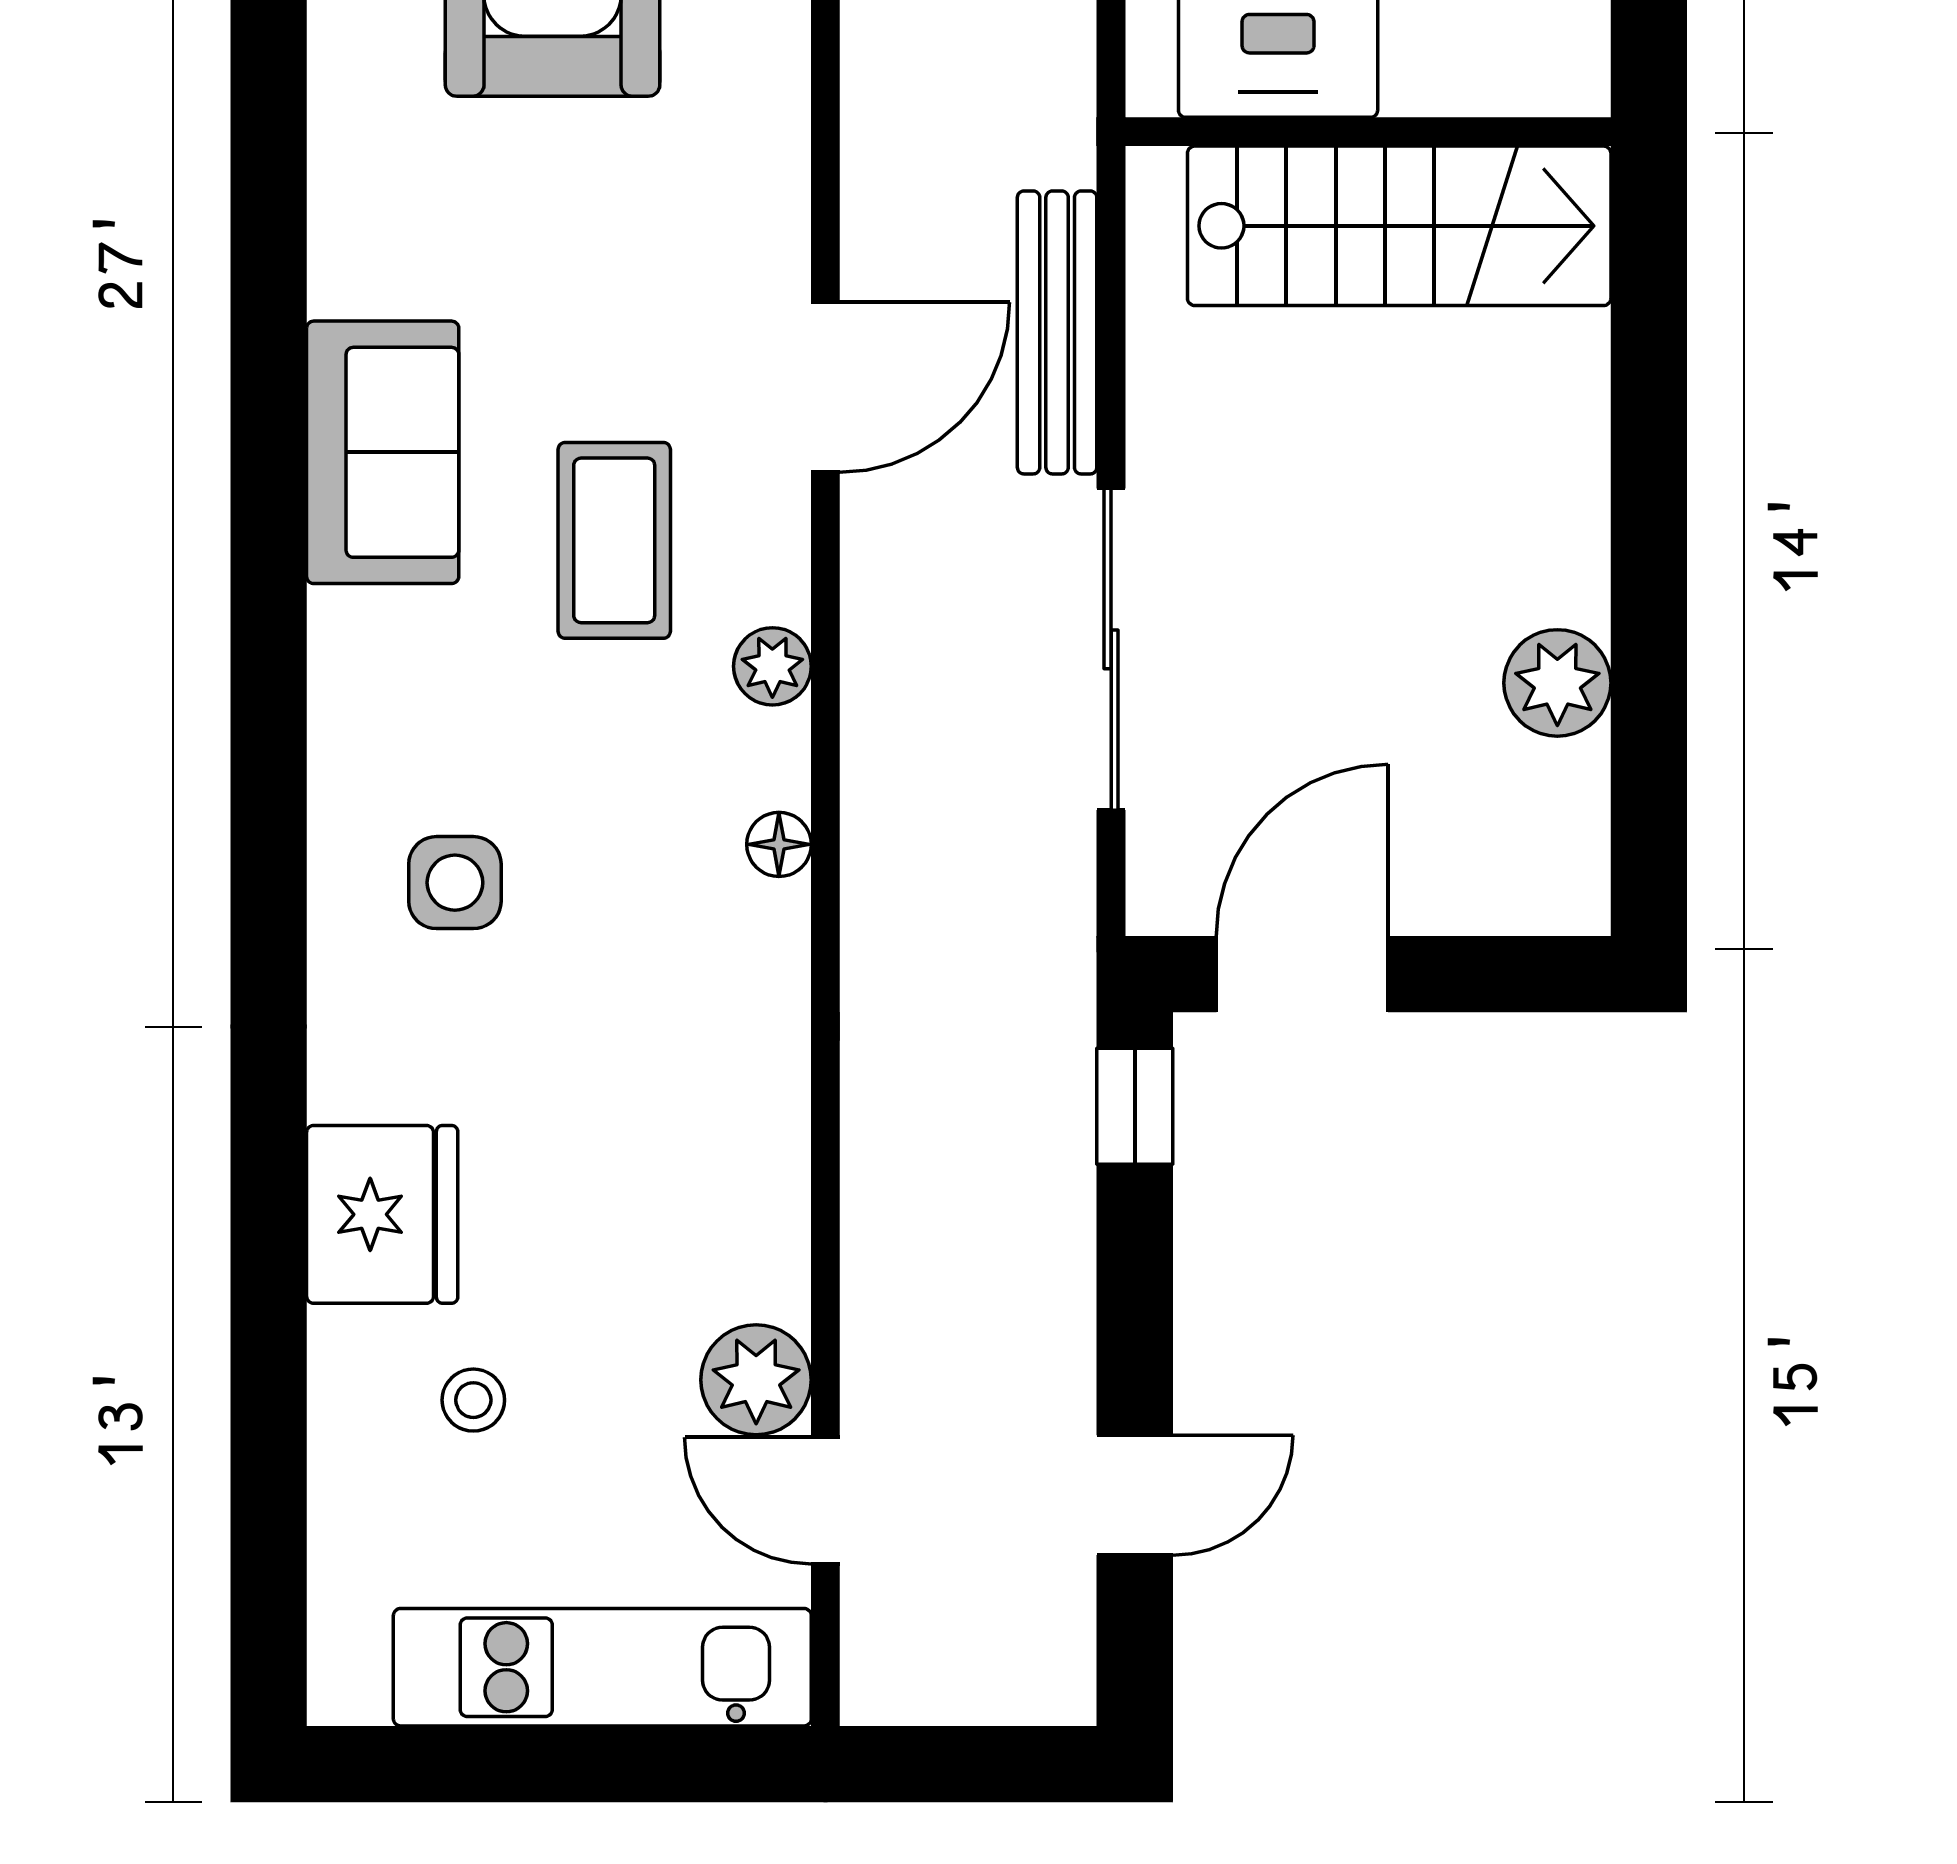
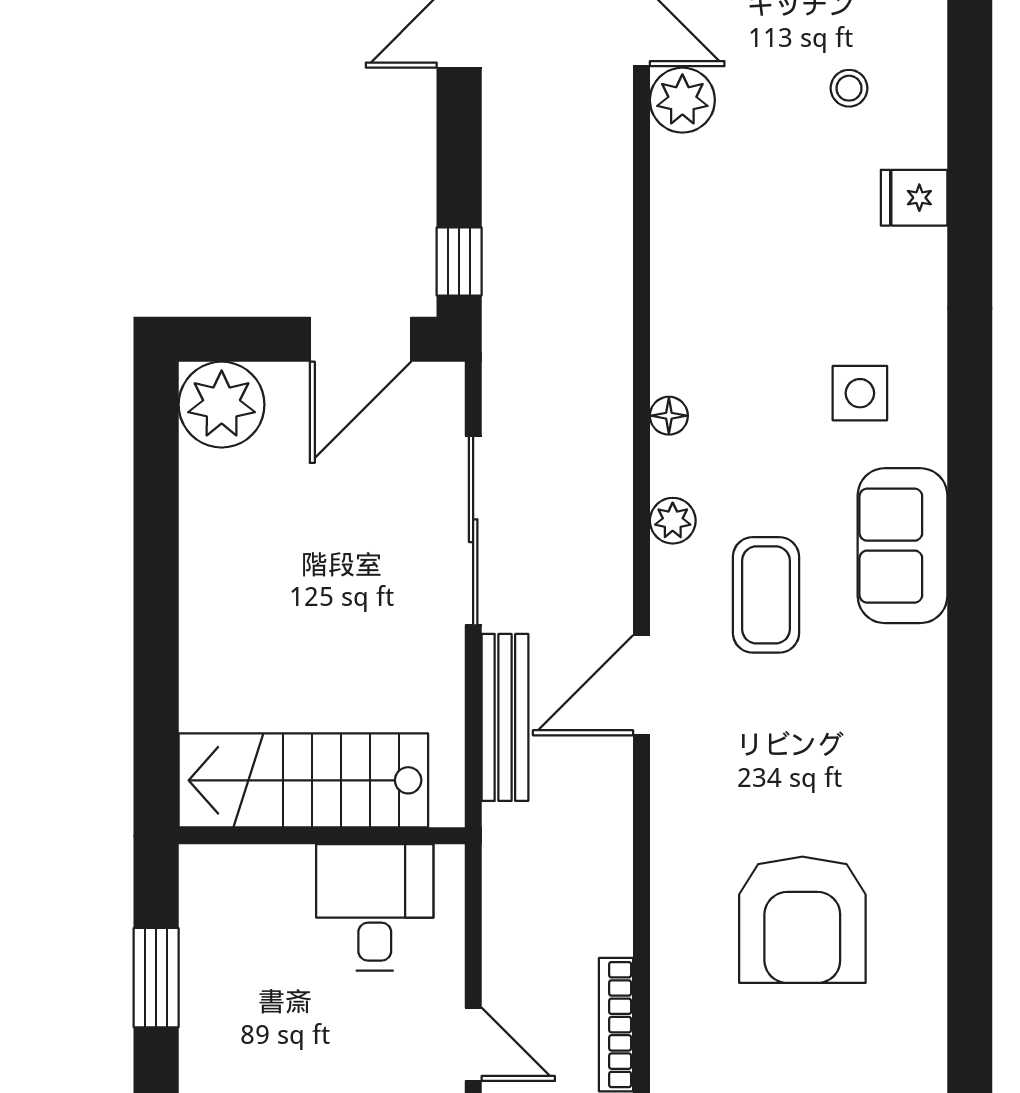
sofa: (383, 452) -> (902, 546), moved
plant: (1557, 683) -> (222, 405), moved, width x1.36, depth x1.36
fridge: (382, 1214) -> (914, 198), width x0.53, depth x0.75

